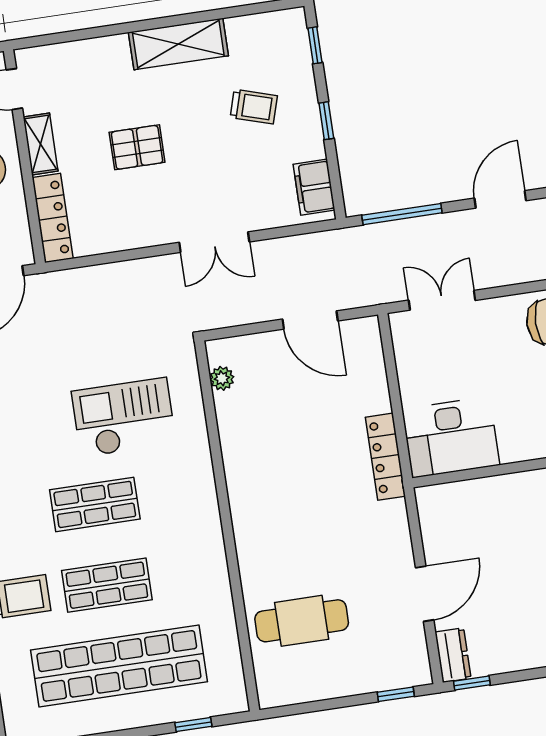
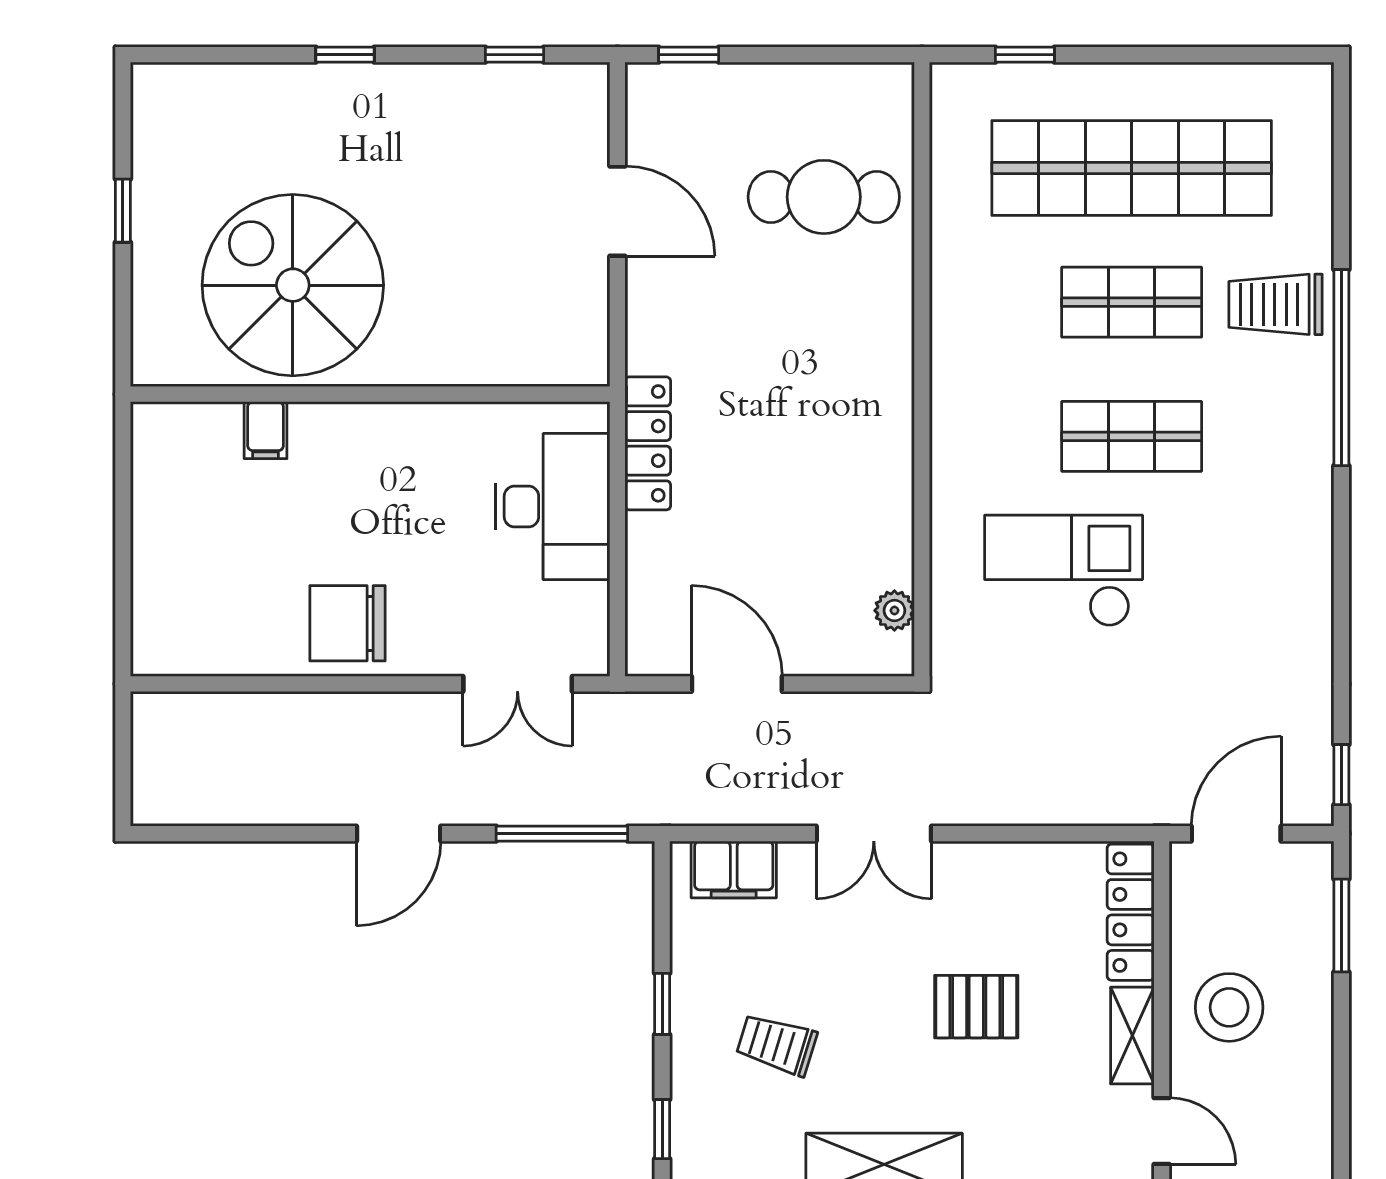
filing cabinet: (314, 187) -> (734, 870), moved, turned 90
double door: (214, 242) -> (874, 834), swing flipped
checkout: (124, 417) -> (1064, 571), turned 180
desk: (451, 437) -> (552, 507), moved, turned 90
door: (425, 594) -> (617, 211), swing flipped
dresser: (453, 655) -> (586, 104), removed
window: (472, 683) -> (515, 55), moved

